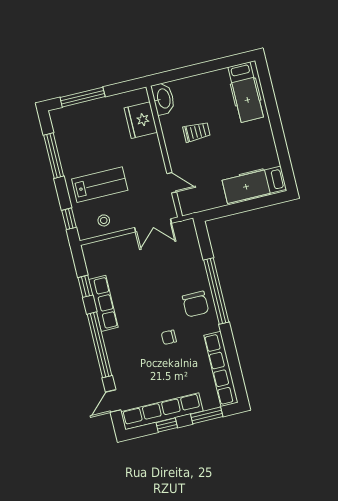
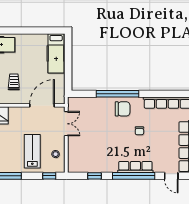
door: (172, 183) -> (42, 105), width x1.88
row of seats: (103, 303) -> (135, 167), moved

